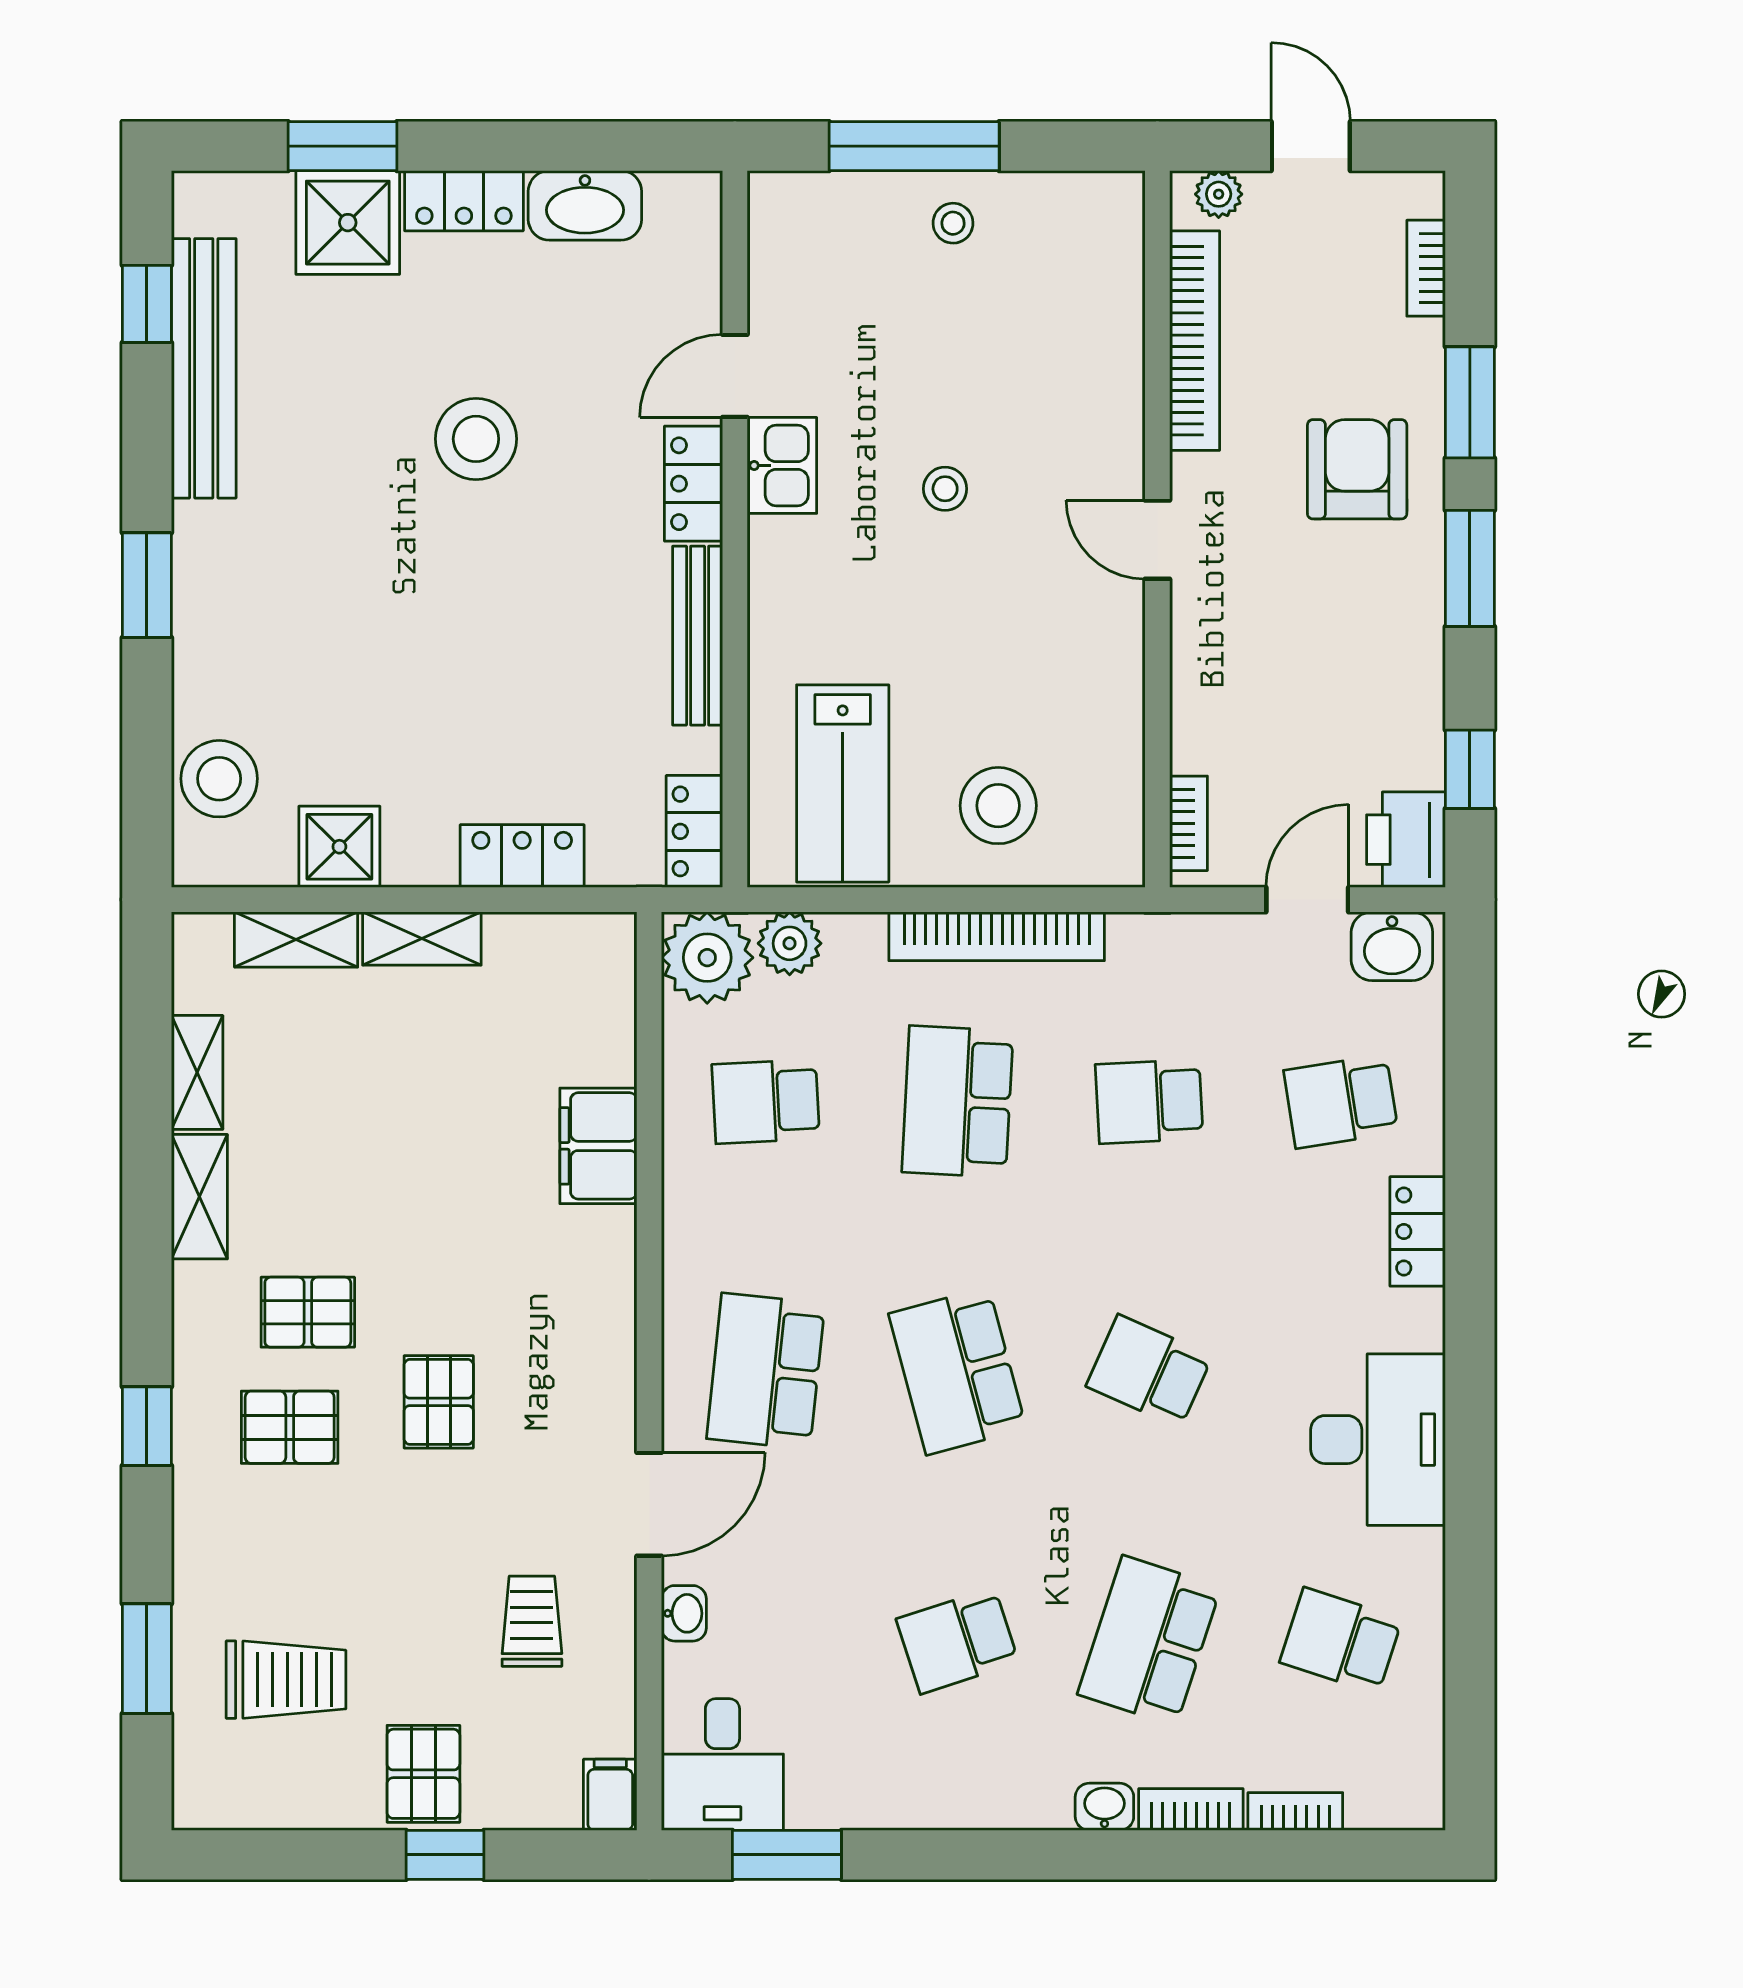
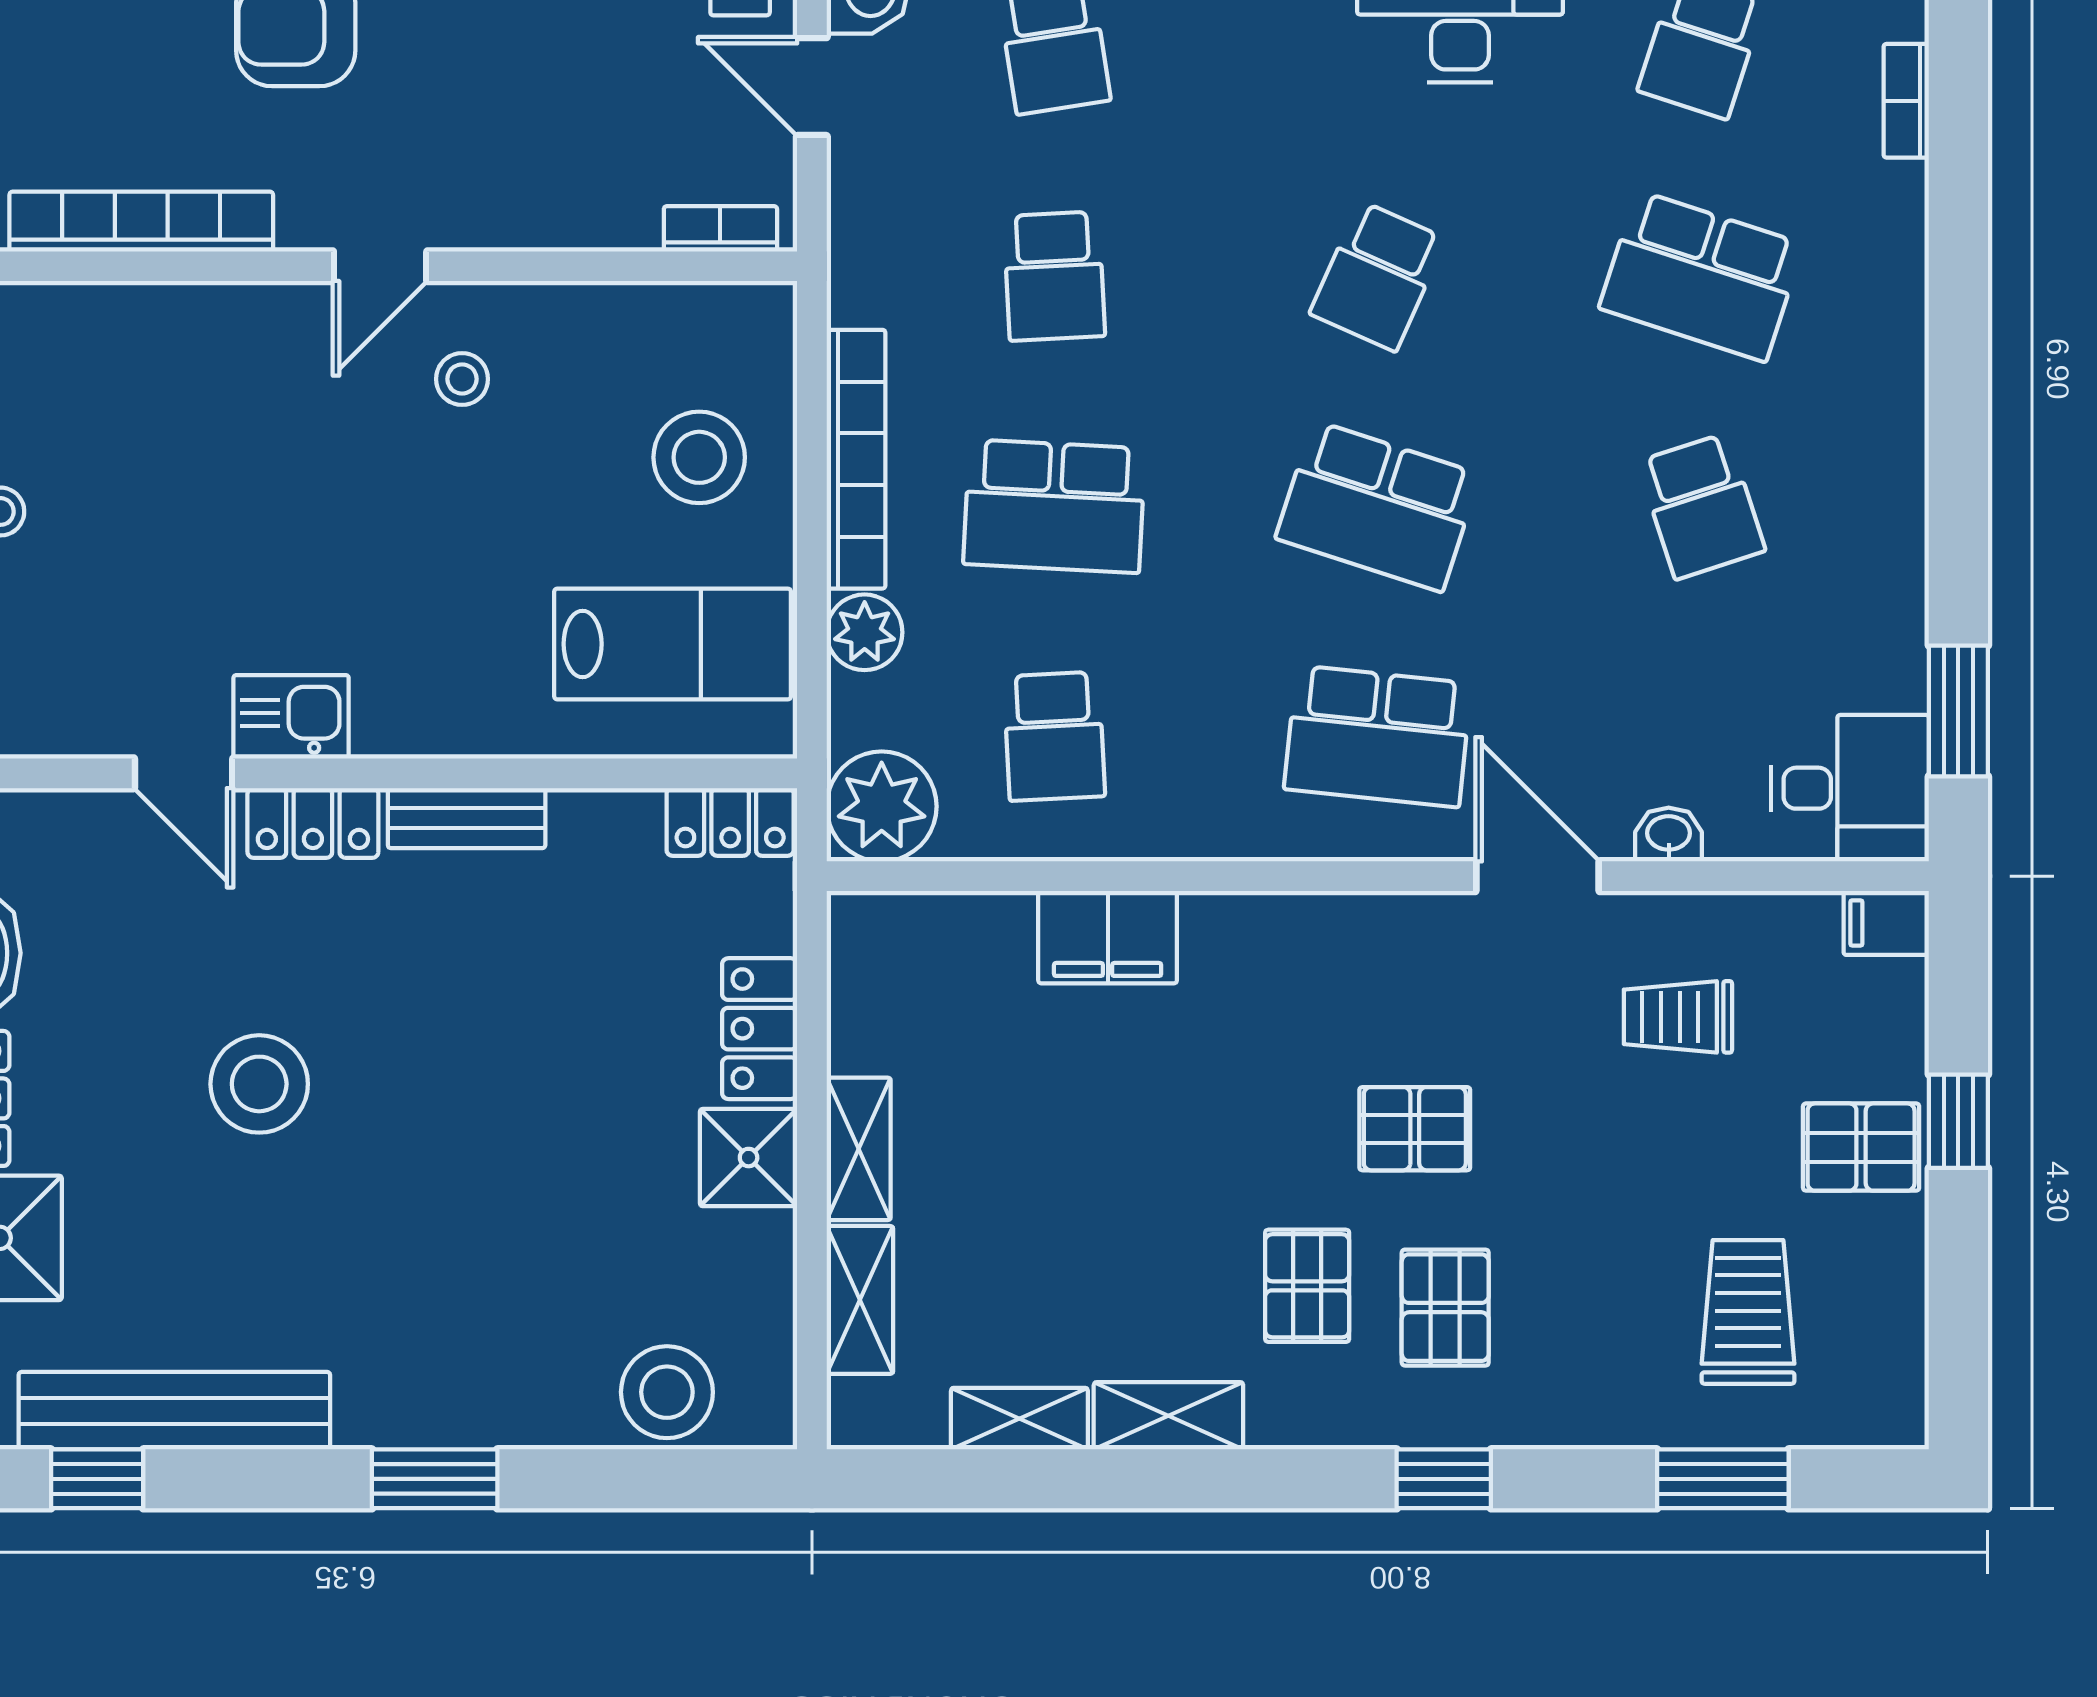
stool: (945, 489) -> (462, 379), moved
bench: (698, 636) -> (467, 818), width x0.73
shower: (339, 847) -> (749, 1158), moved
plant: (790, 943) -> (865, 632), moved
school desk: (957, 1371) -> (1378, 506), turned 33
washbasin: (1104, 1807) -> (1901, 330), removed
bookcase: (1191, 1810) -> (1904, 226), removed

